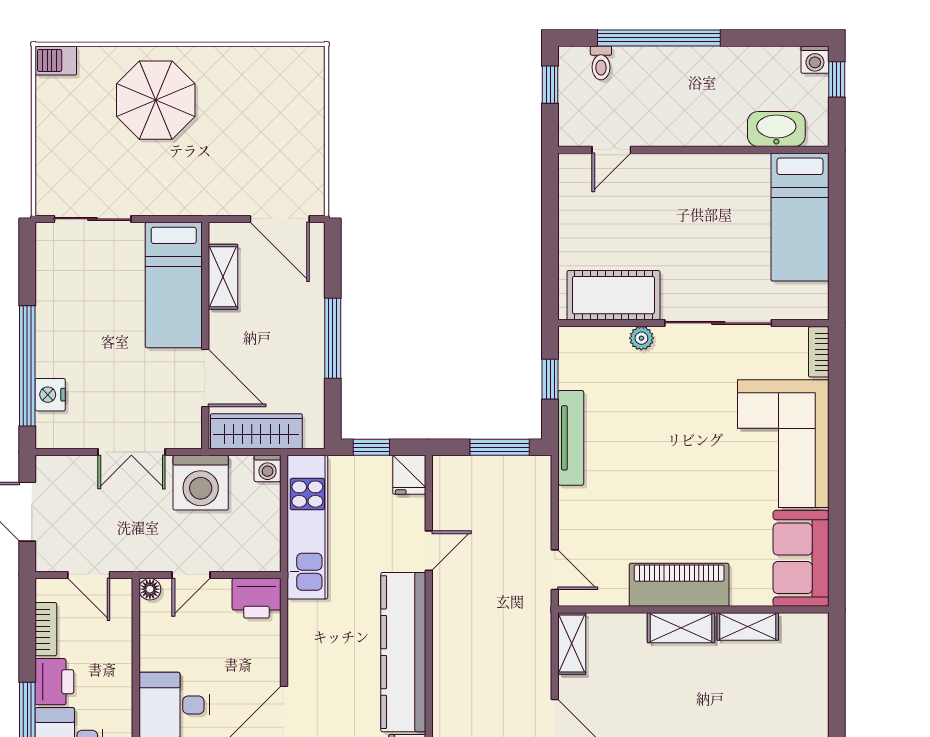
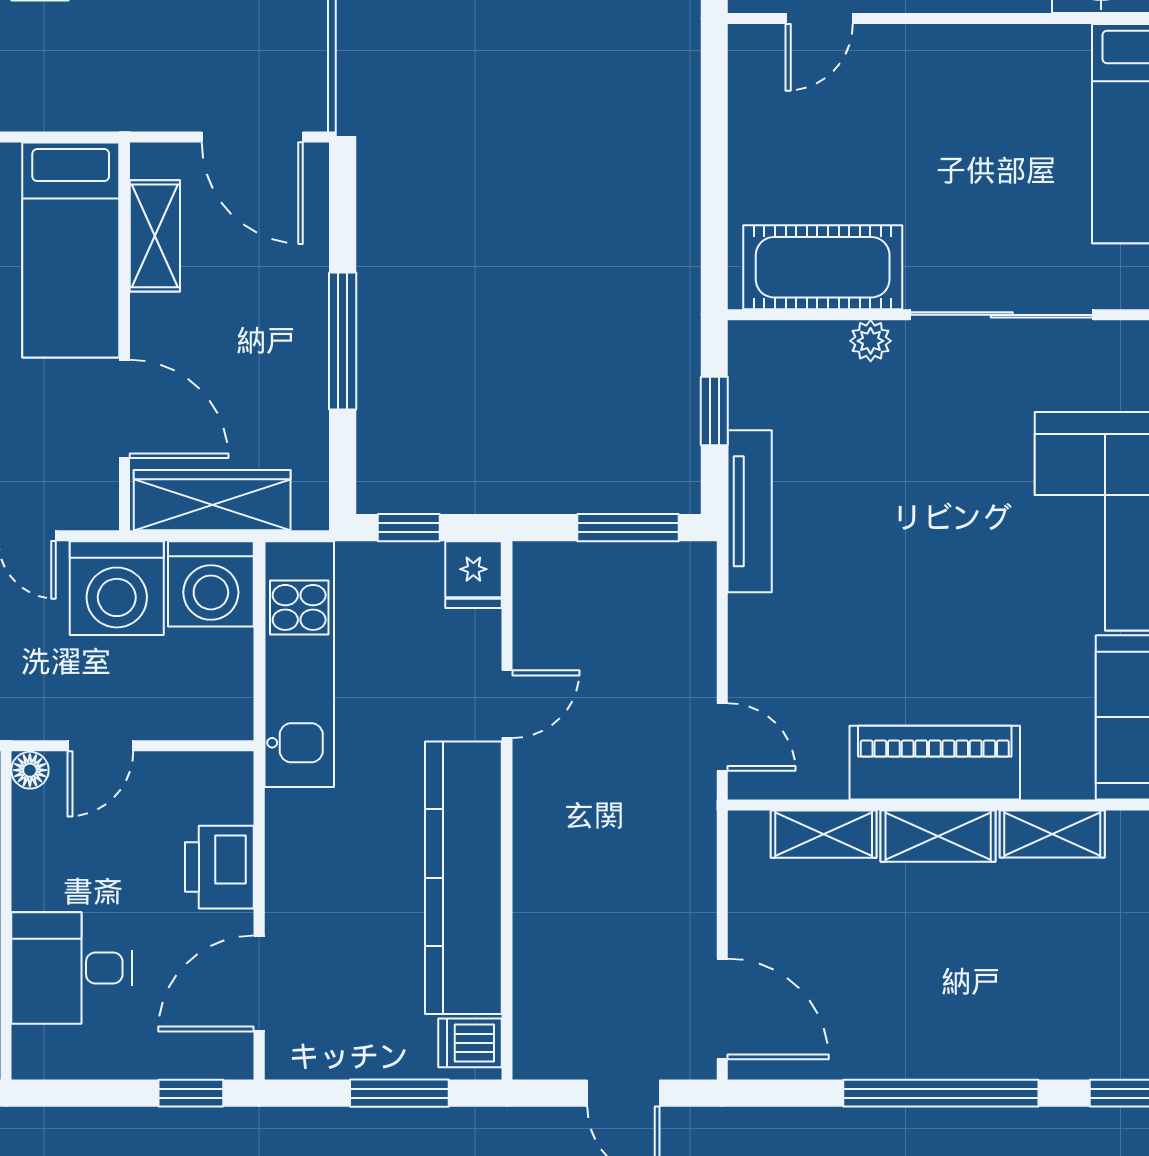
washing machine: (268, 468) -> (211, 584), width x1.89, depth x1.89
printer: (257, 598) -> (219, 867), moved, turned 90
shelving: (572, 644) -> (824, 834), moved, turned 90

